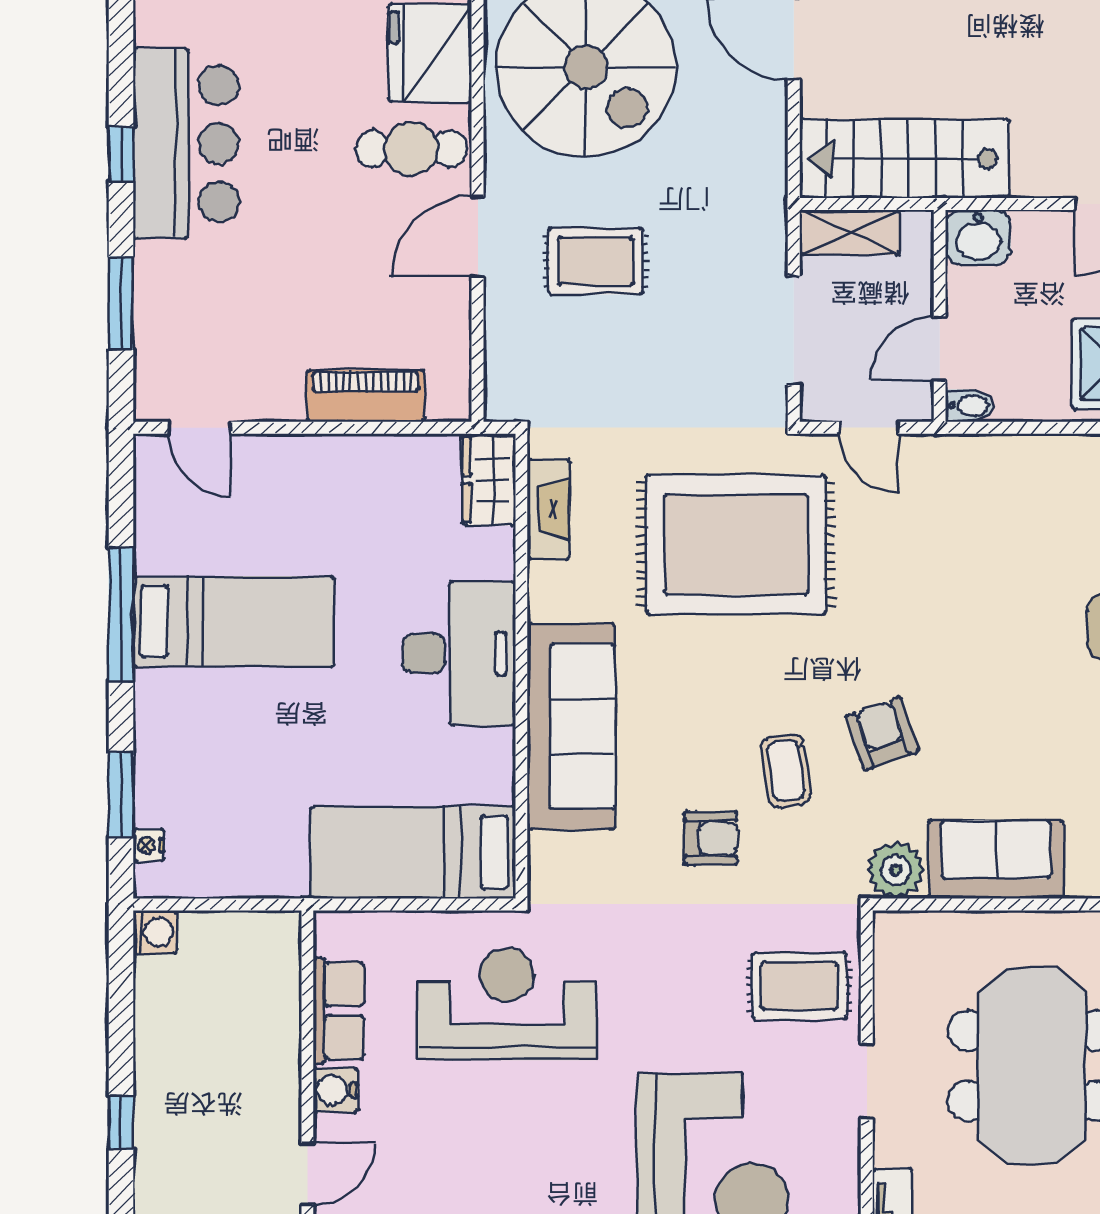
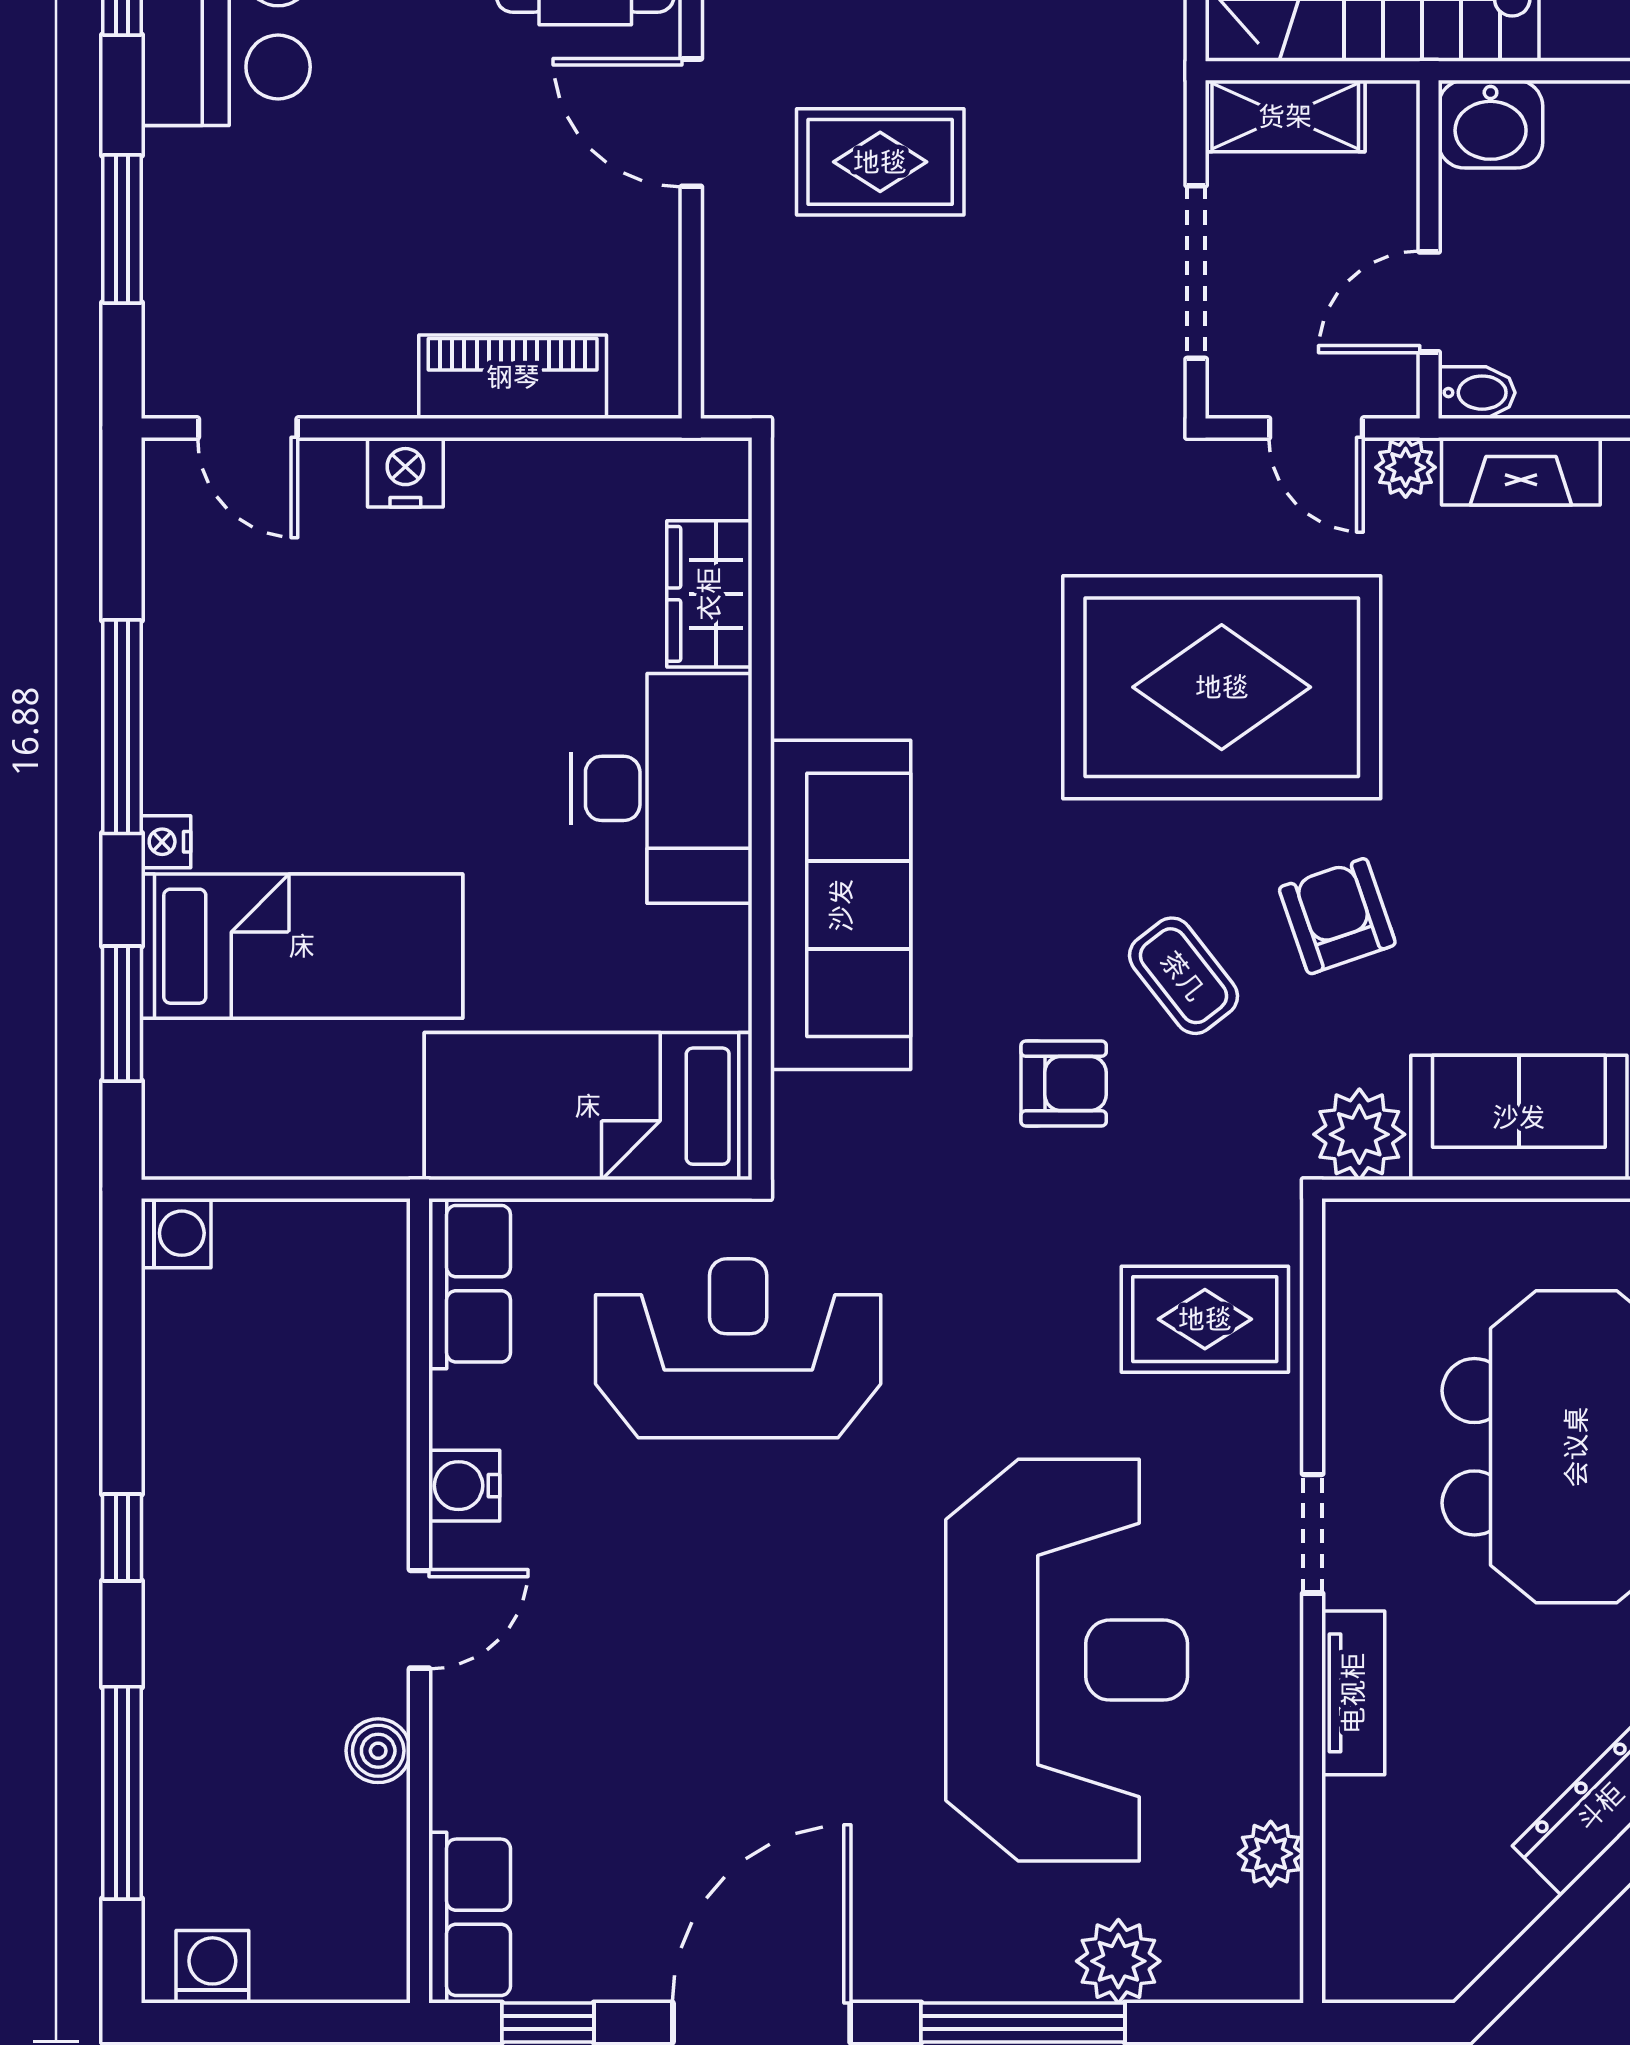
door: (478, 237) -> (691, 123), hinge flipped
plant: (925, 452) -> (1406, 467), added
nightstand: (299, 455) -> (405, 472), added
wardrobe: (489, 480) -> (709, 594), moved
fireplace: (548, 509) -> (1521, 471), moved, turned 90
rug: (736, 544) -> (1222, 687), moved
bed: (234, 621) -> (302, 946), moved
coffee table: (786, 771) -> (1183, 976), turned -30
nightstand: (149, 845) -> (166, 842), moved
row of seats: (339, 1011) -> (470, 1284), moved
doorway: (867, 1081) -> (1313, 1534), moved

